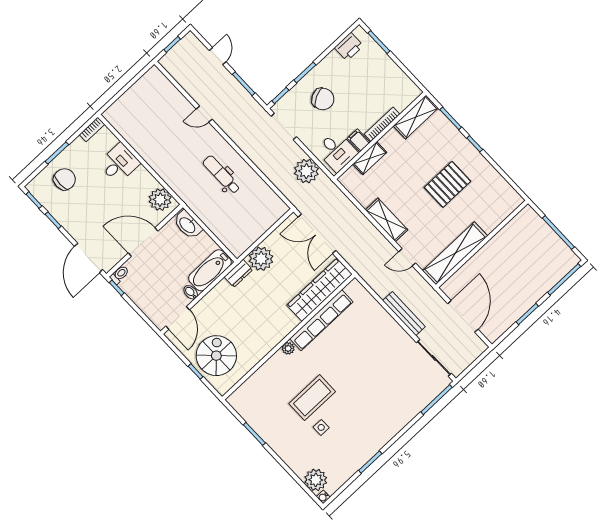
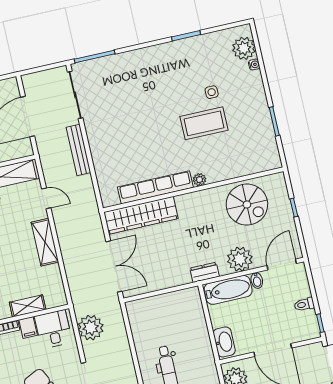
plant: (261, 259) -> (240, 259), moved
toilet: (119, 275) -> (304, 304), moved
spiral stairs: (216, 356) -> (247, 205), moved, turned -90
water cooler: (323, 497) -> (254, 64), moved

